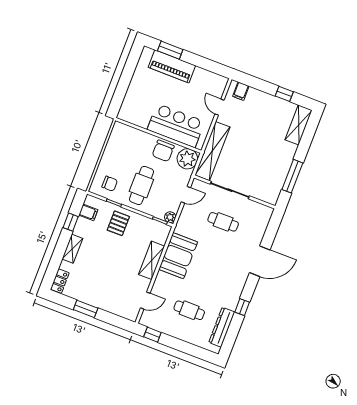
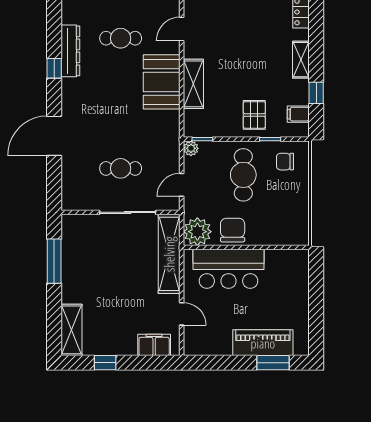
filing cabinet: (241, 91) -> (154, 345), width x2.00
booth: (178, 256) -> (162, 82), moved
dresser: (222, 327) -> (70, 51), moved

